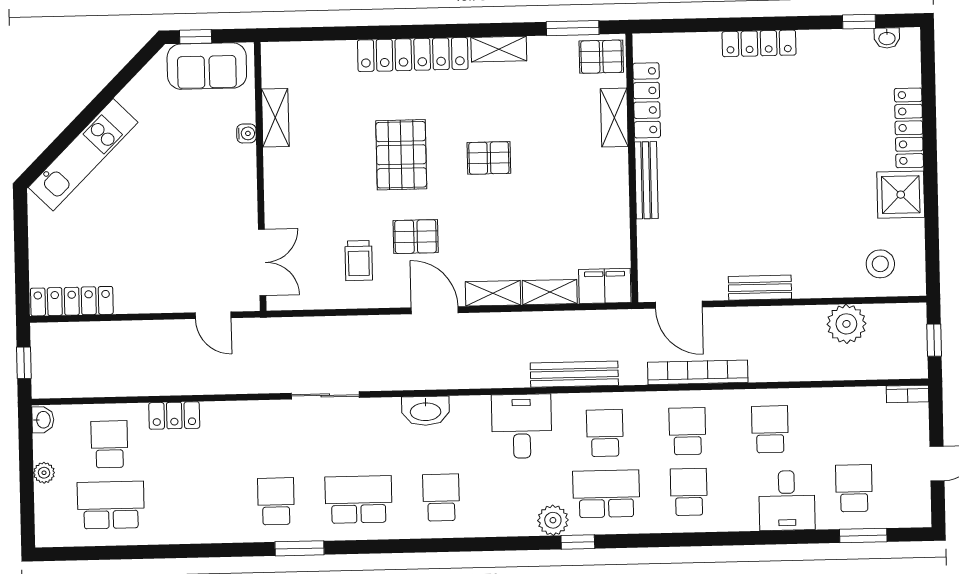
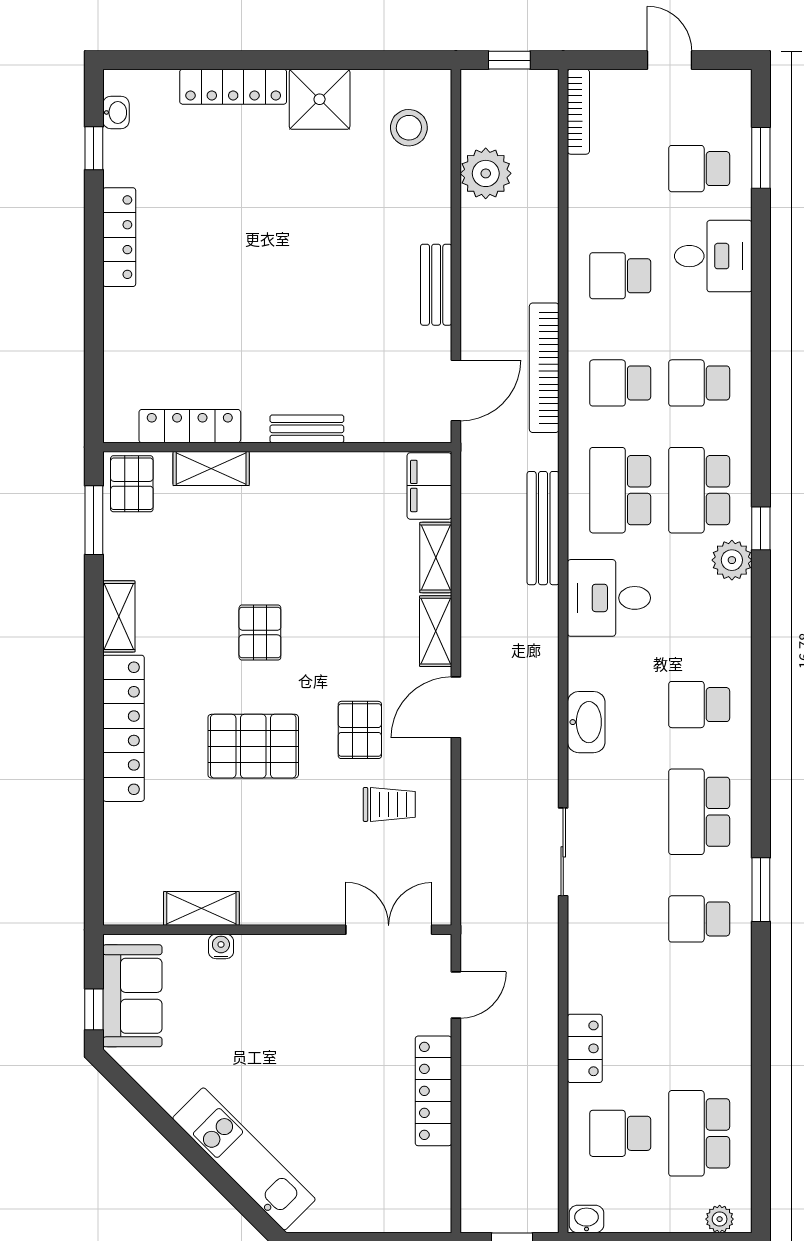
locker: (759, 43) -> (119, 237), moved
bench: (646, 180) -> (307, 429), width x0.73
locker: (72, 301) -> (433, 1091), moved
bookcase: (908, 394) -> (578, 112), width x1.56
school desk: (605, 433) -> (620, 490), width x1.85
plant: (44, 473) -> (720, 1219), moved

